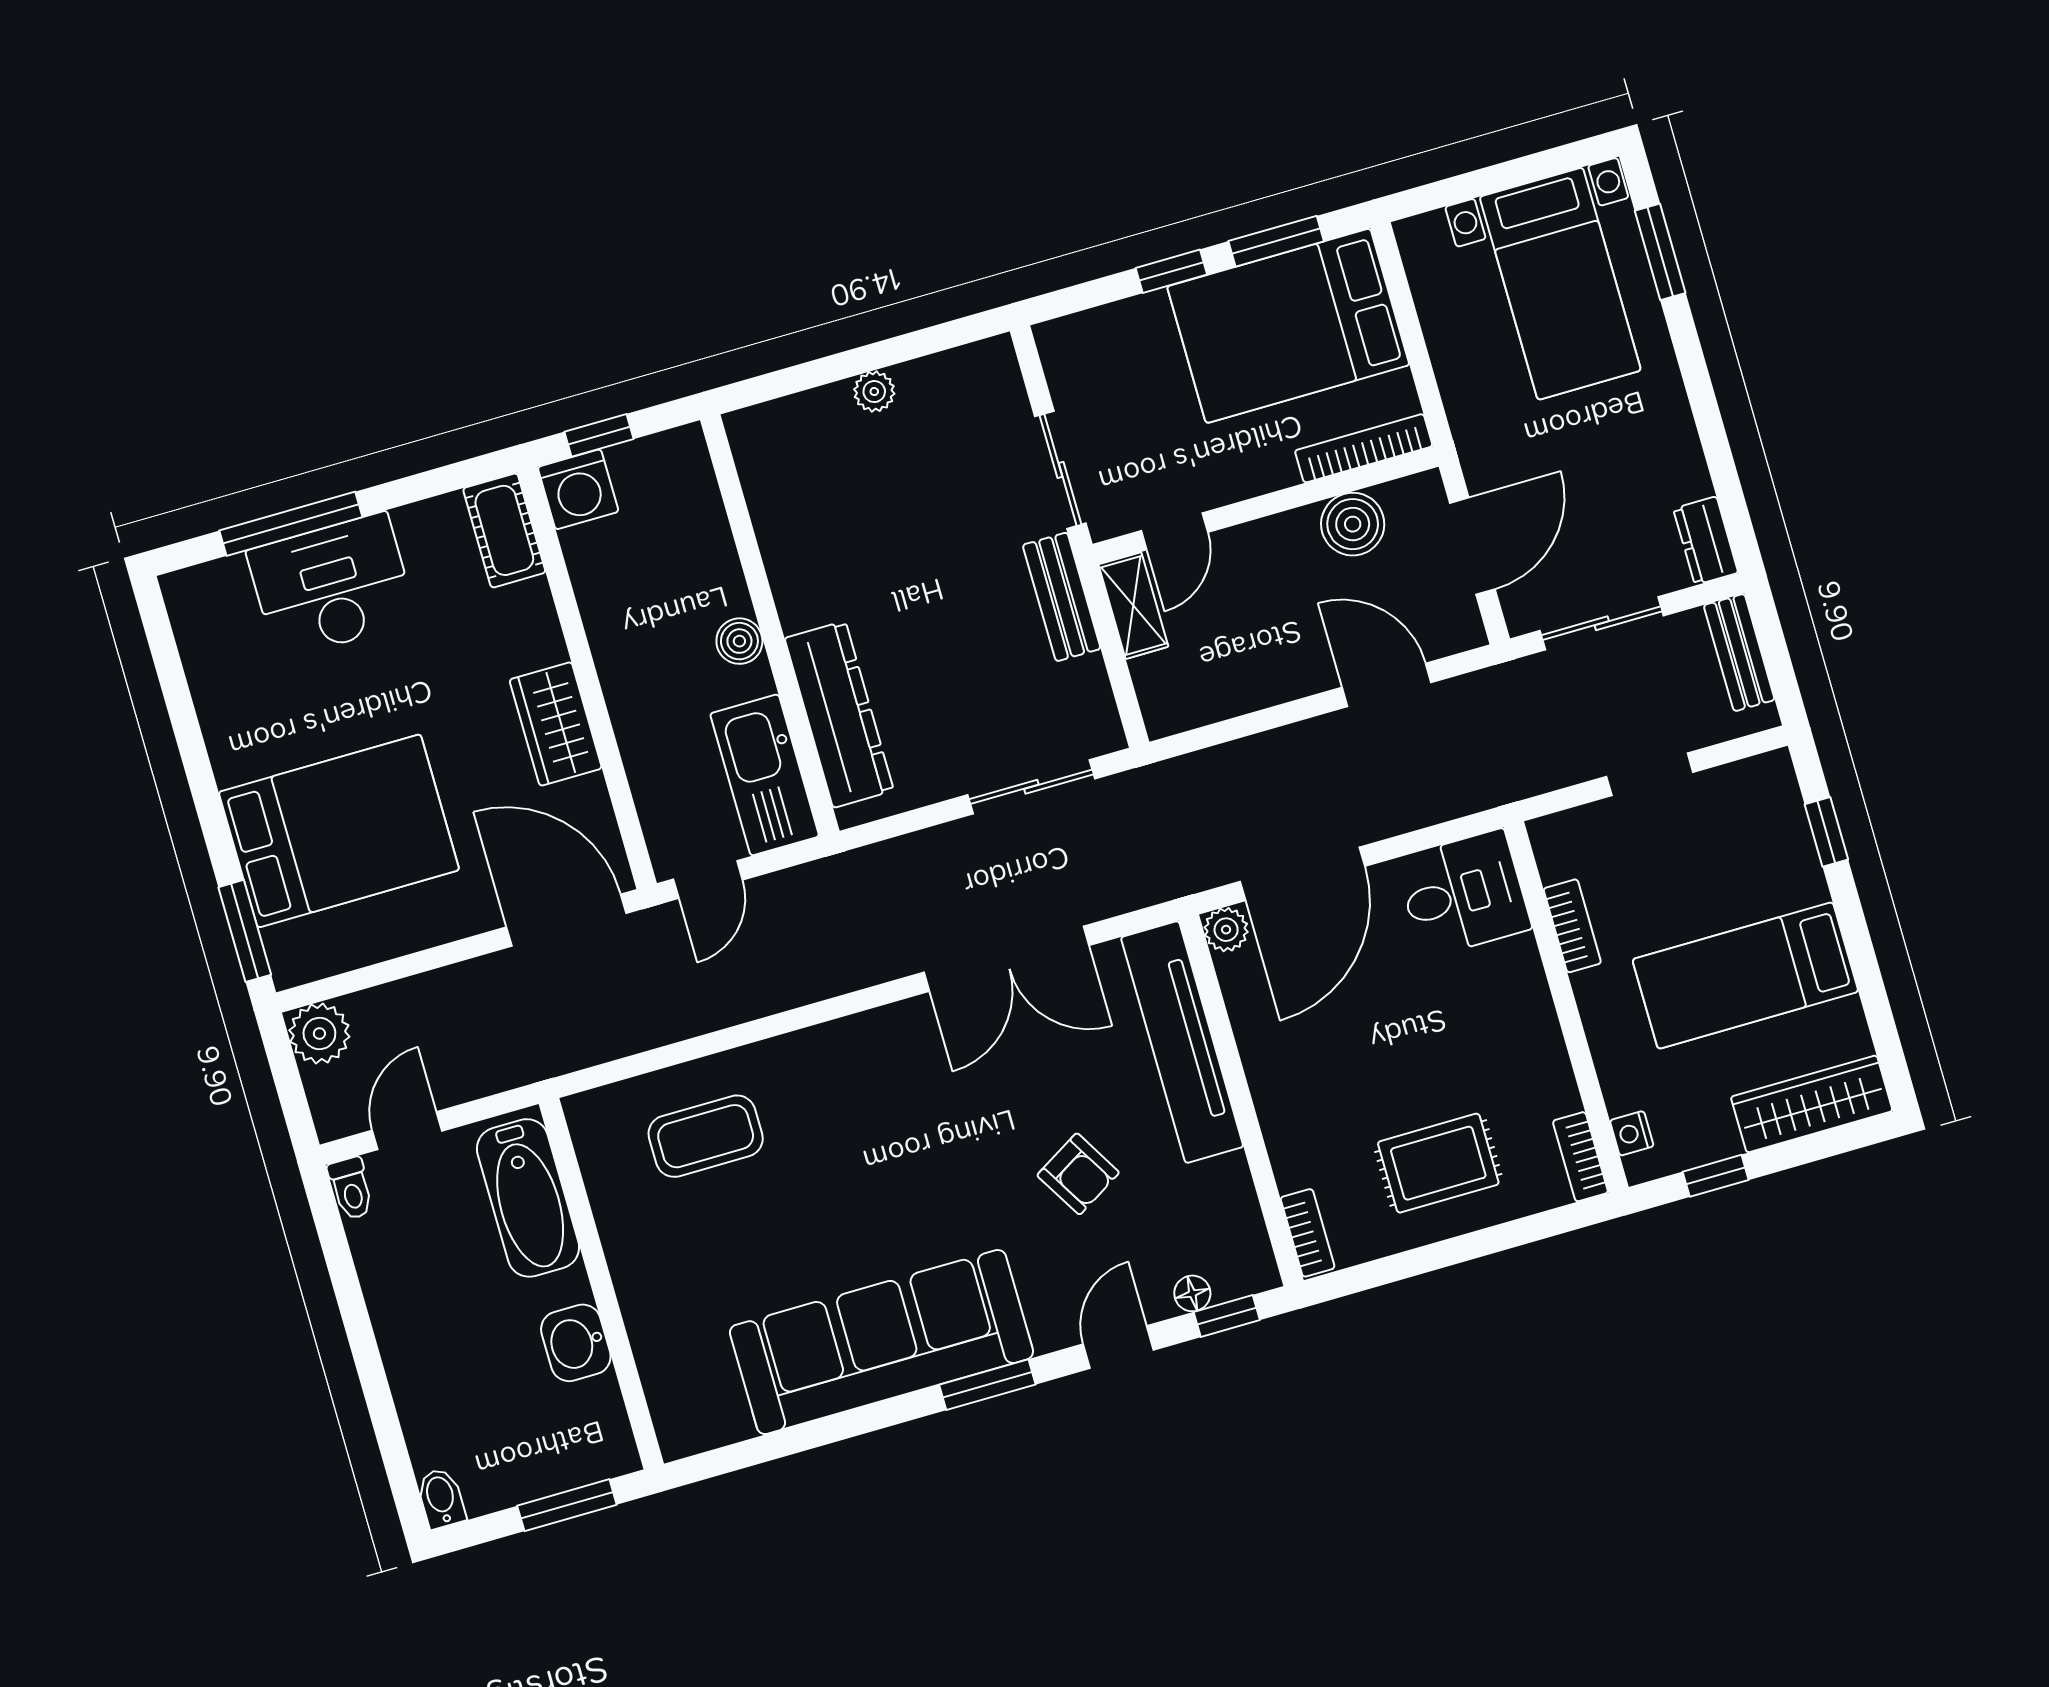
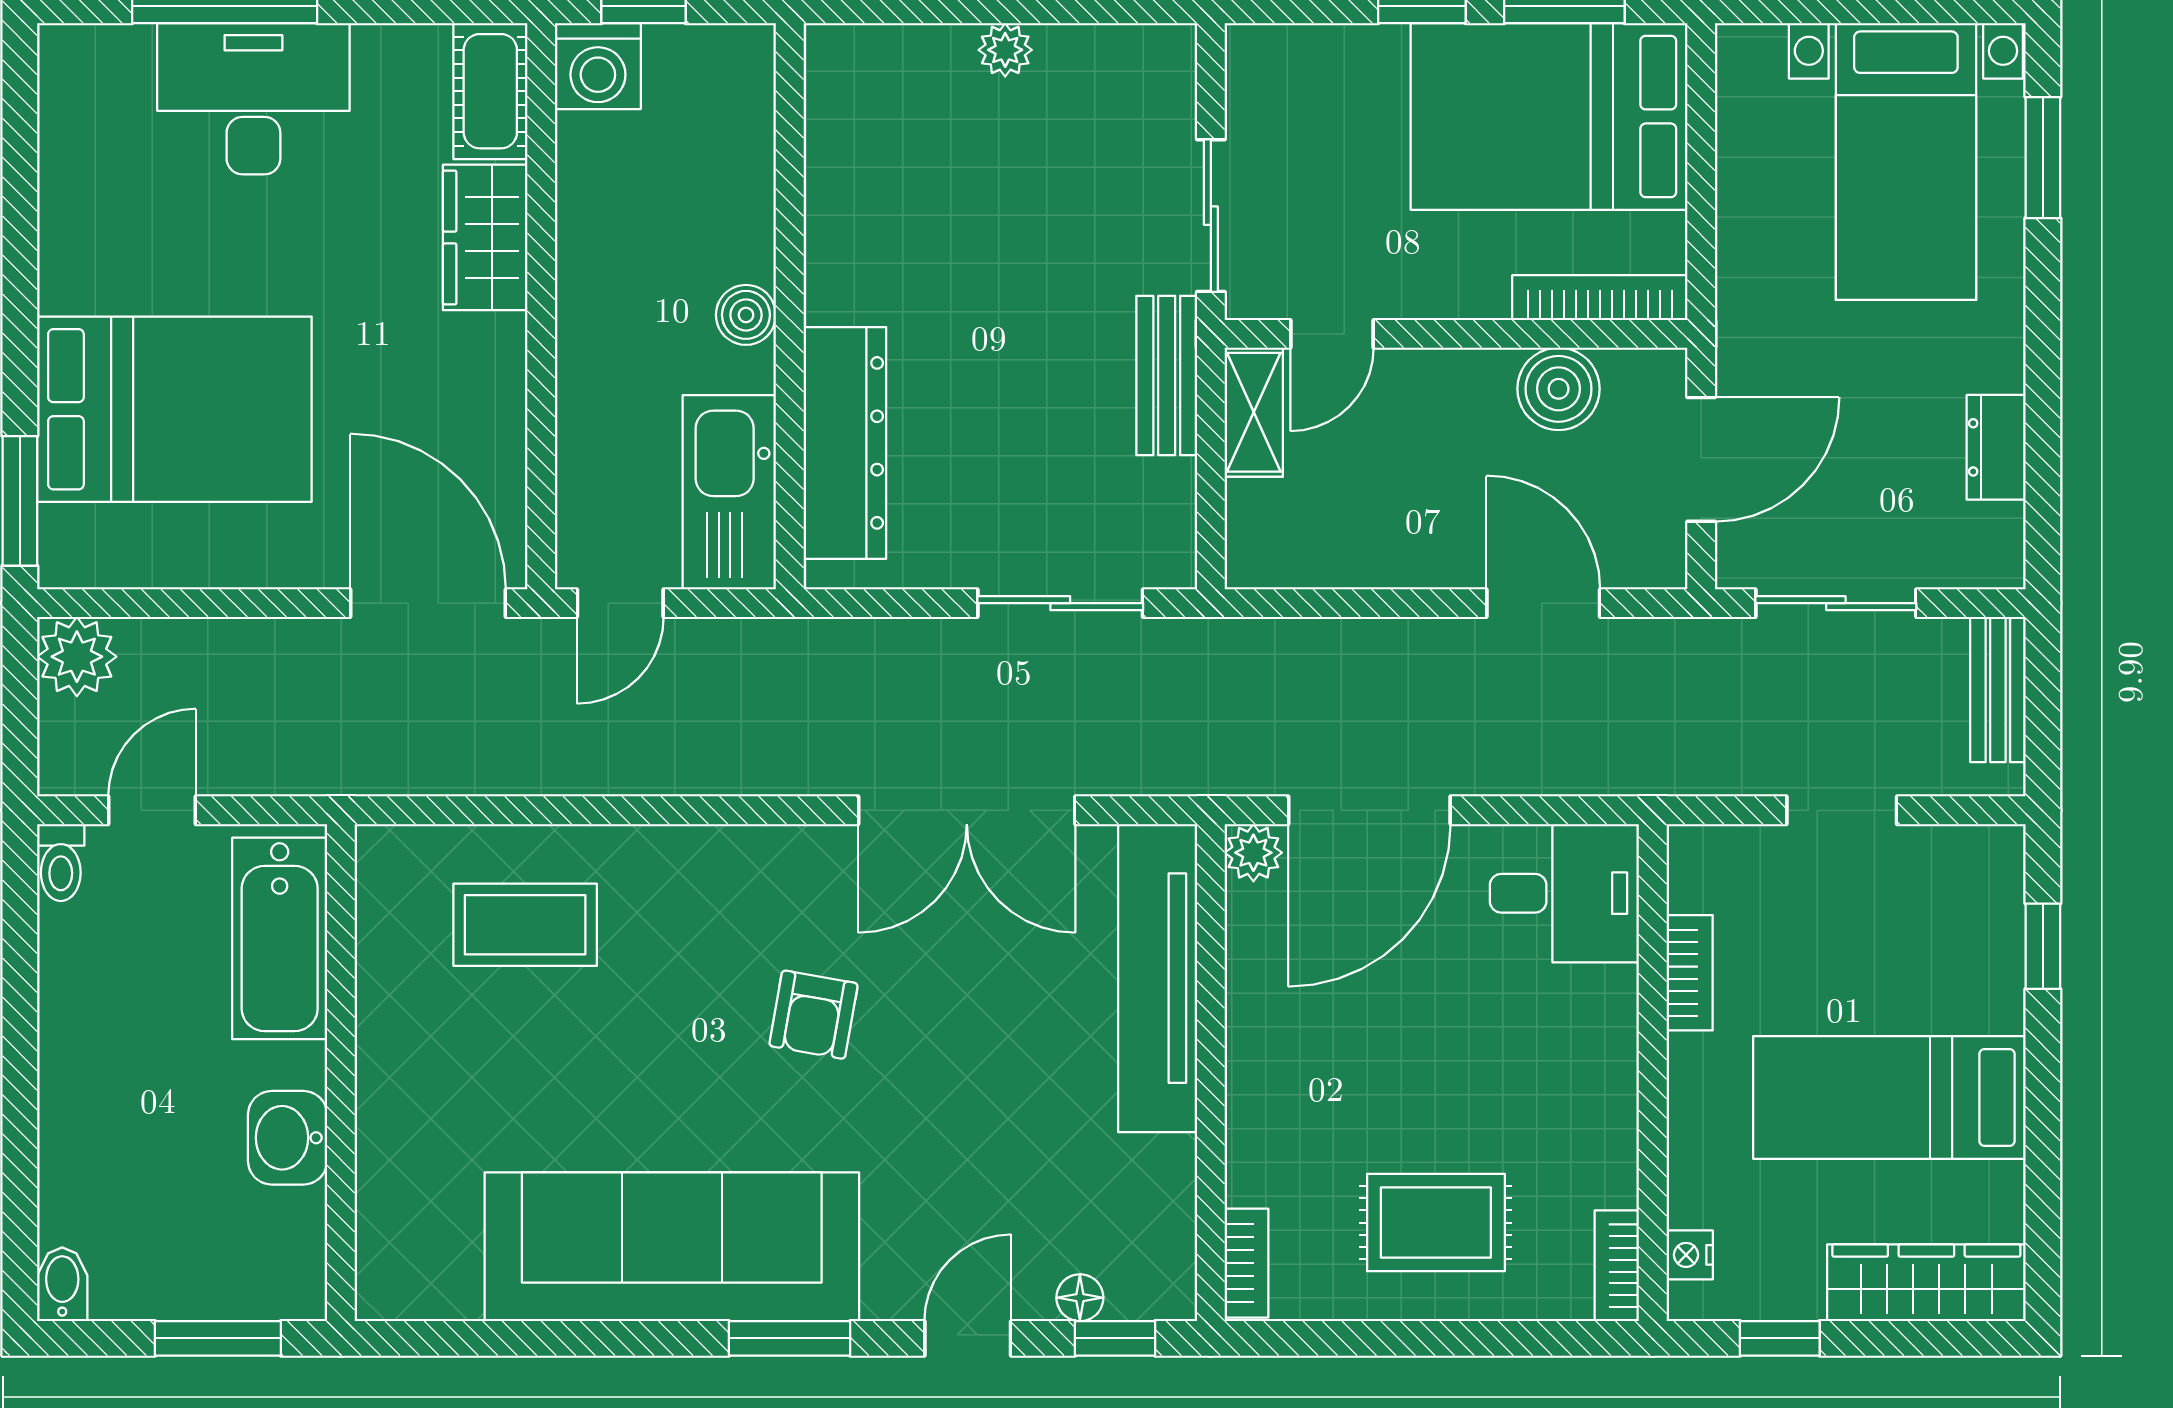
dresser: (1706, 541) -> (1996, 447), moved
wardrobe: (556, 724) -> (485, 237), moved
armchair: (1078, 1174) -> (814, 1015), moved, turned 41

